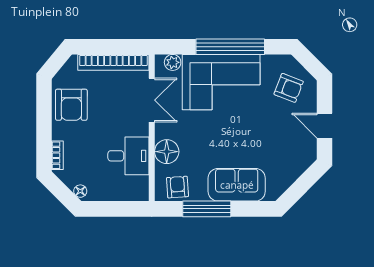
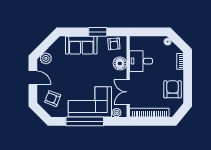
plant: (301, 161) -> (46, 58), added
window: (207, 209) -> (98, 32), width x0.69

